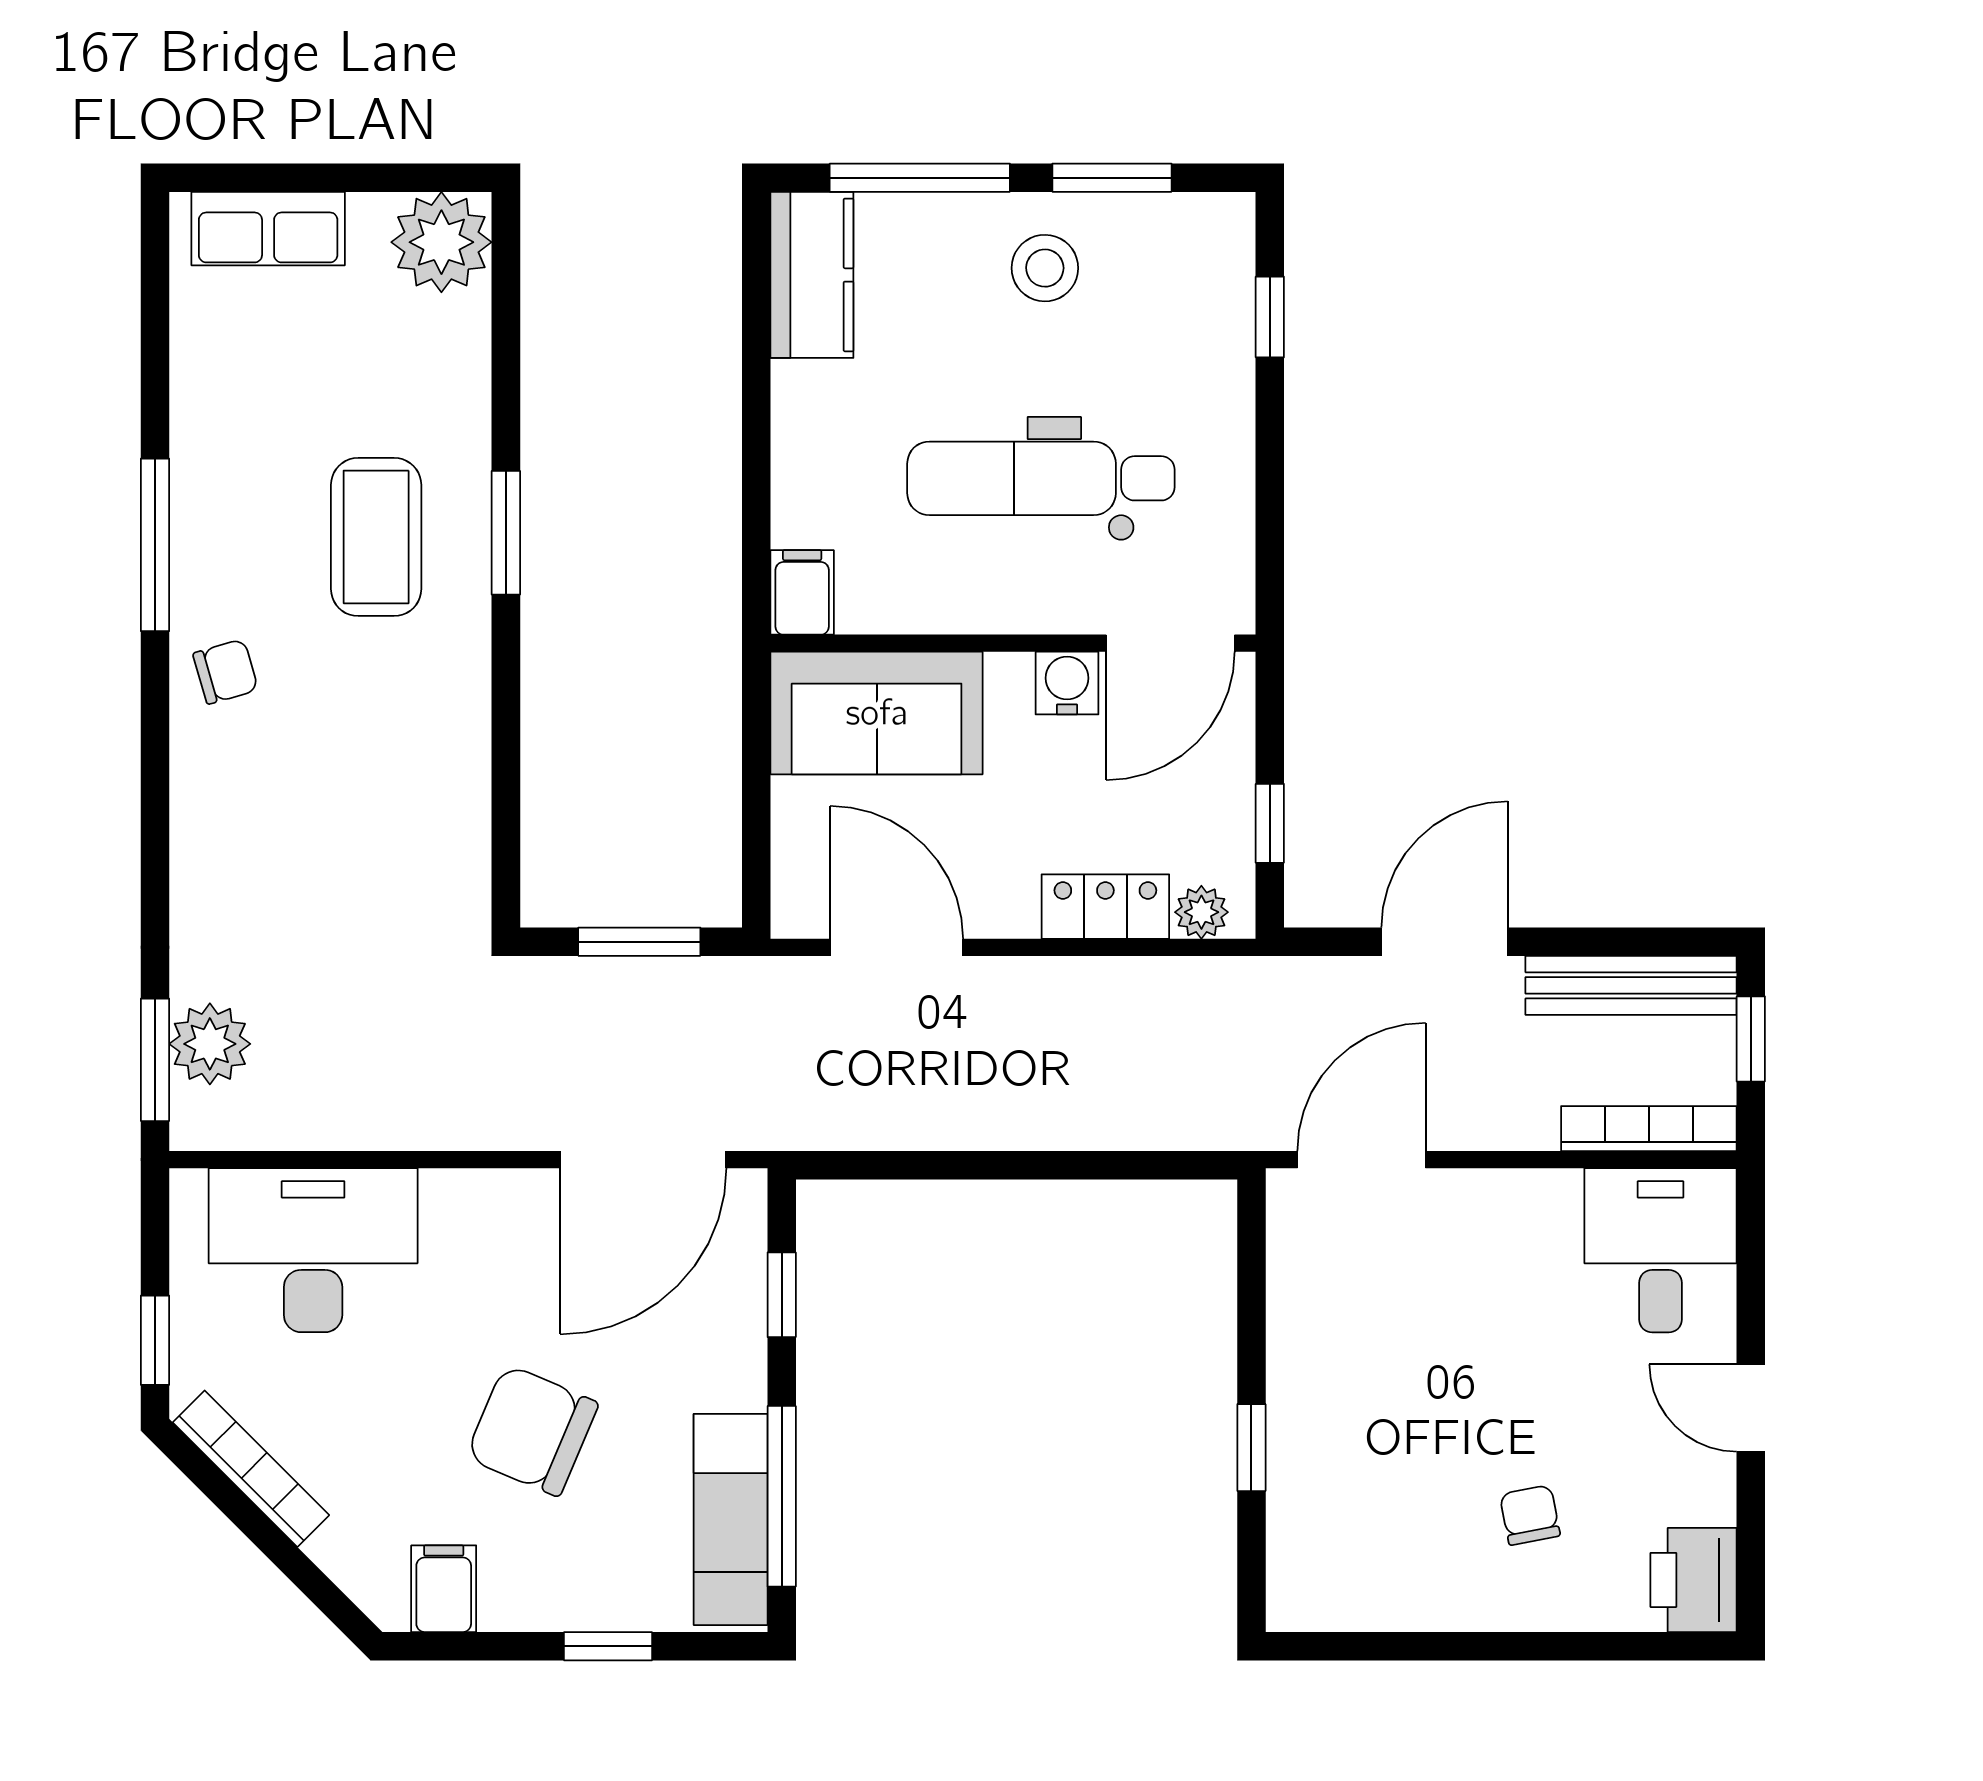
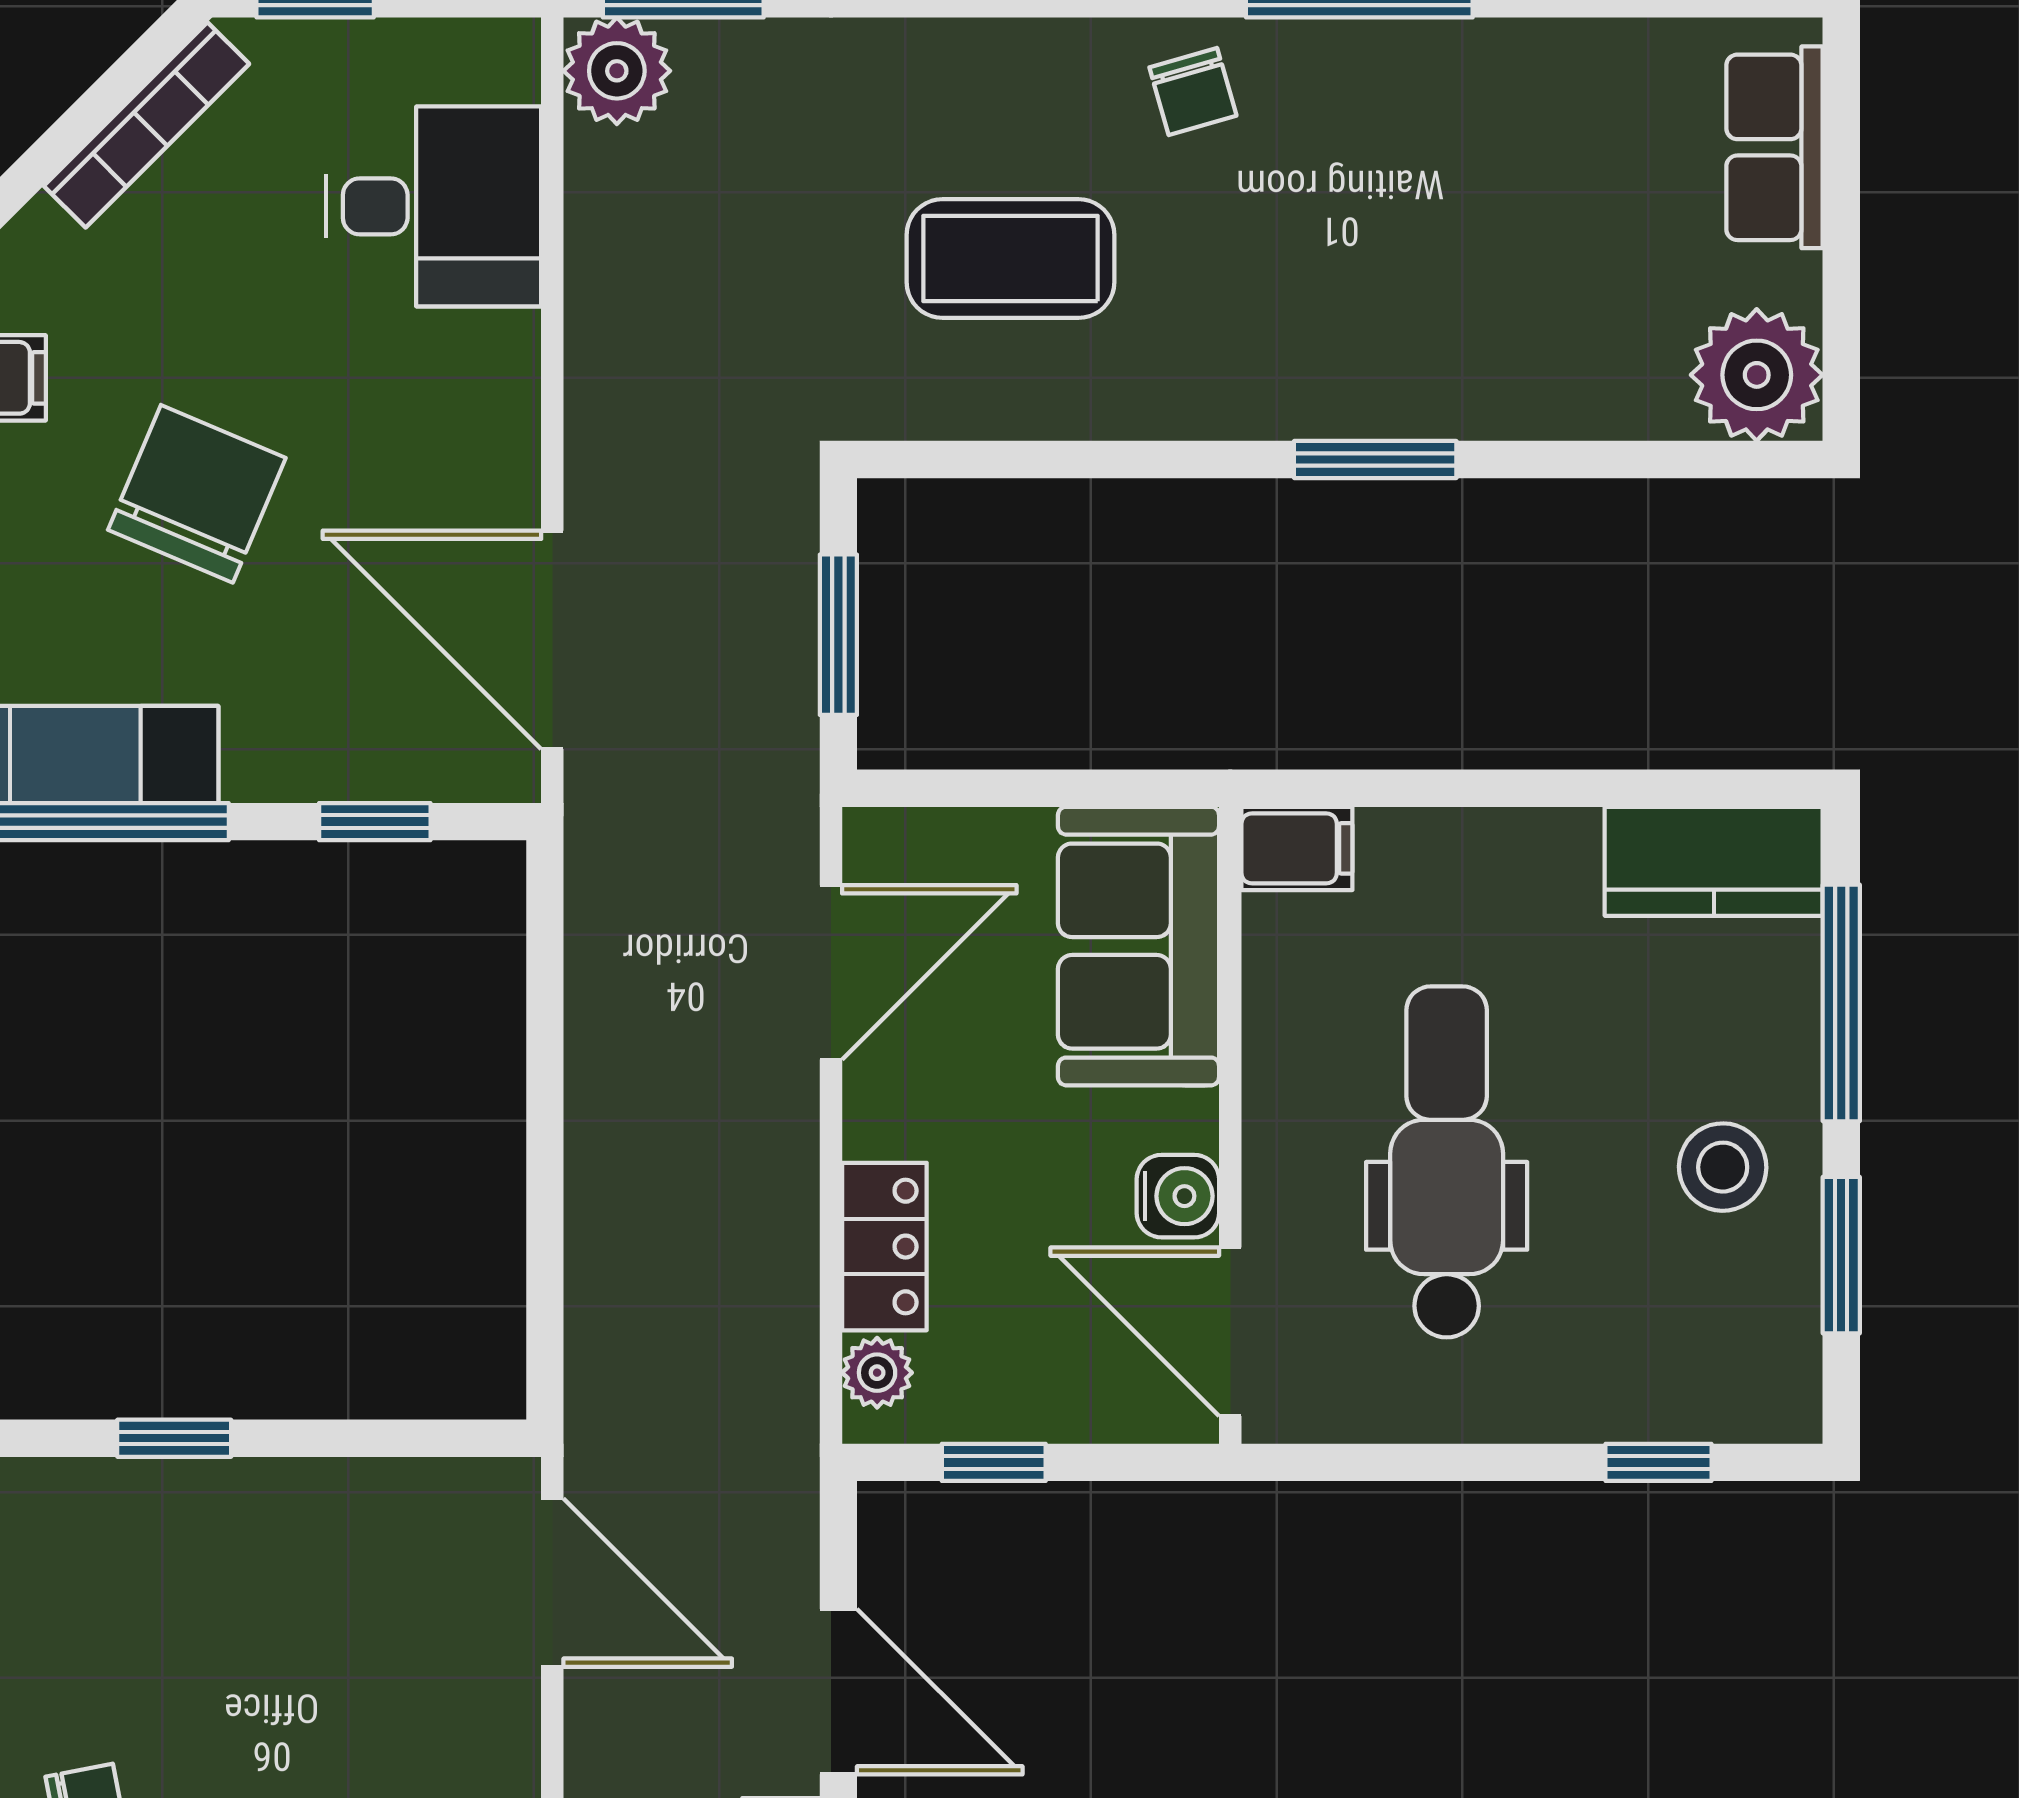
coffee table: (376, 537) -> (1010, 259), moved
plant: (210, 1044) -> (617, 71), moved
desk: (313, 1250) -> (433, 206), width x0.73

